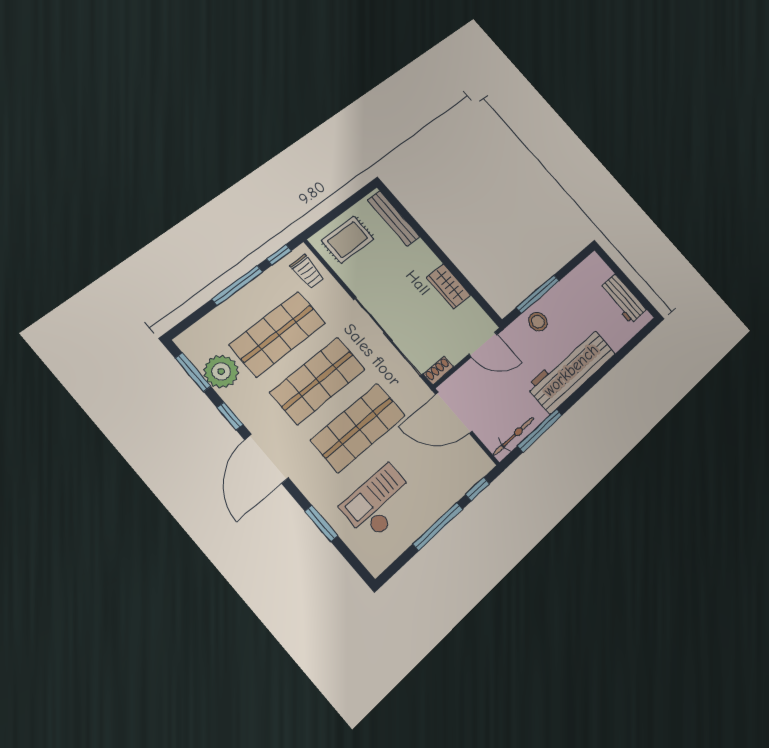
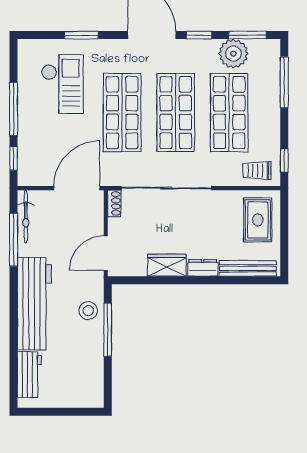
dresser: (425, 255) -> (203, 268), added
window: (237, 285) -> (284, 82), moved
workbench: (623, 299) -> (29, 375), moved, turned 90

